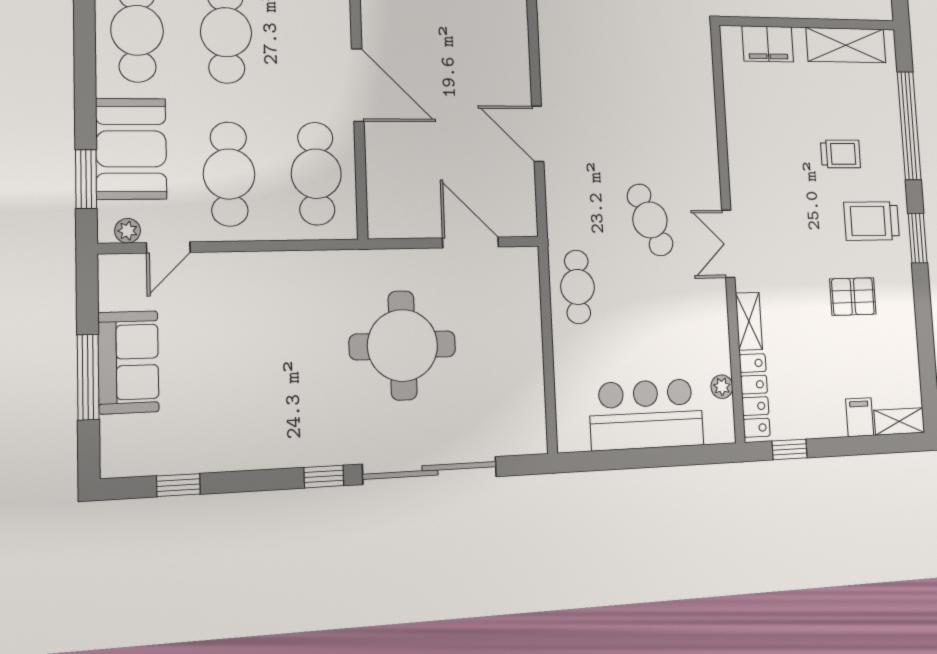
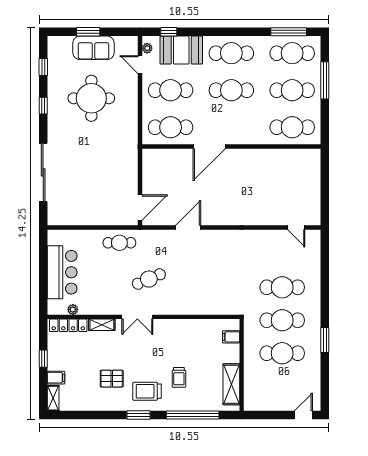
filing cabinet: (768, 44) -> (231, 337), width x0.50
window: (86, 179) -> (169, 32), width x0.67
trolley: (872, 221) -> (147, 391), turned -90
door: (471, 242) -> (140, 207), moved
double door: (728, 244) -> (137, 317), swing flipped
pallet: (853, 297) -> (112, 379), turned 90
round table: (403, 345) -> (91, 98), moved
window: (88, 377) -> (88, 32), width x0.69
window: (790, 449) -> (43, 359), moved
window: (324, 477) -> (43, 106), moved

